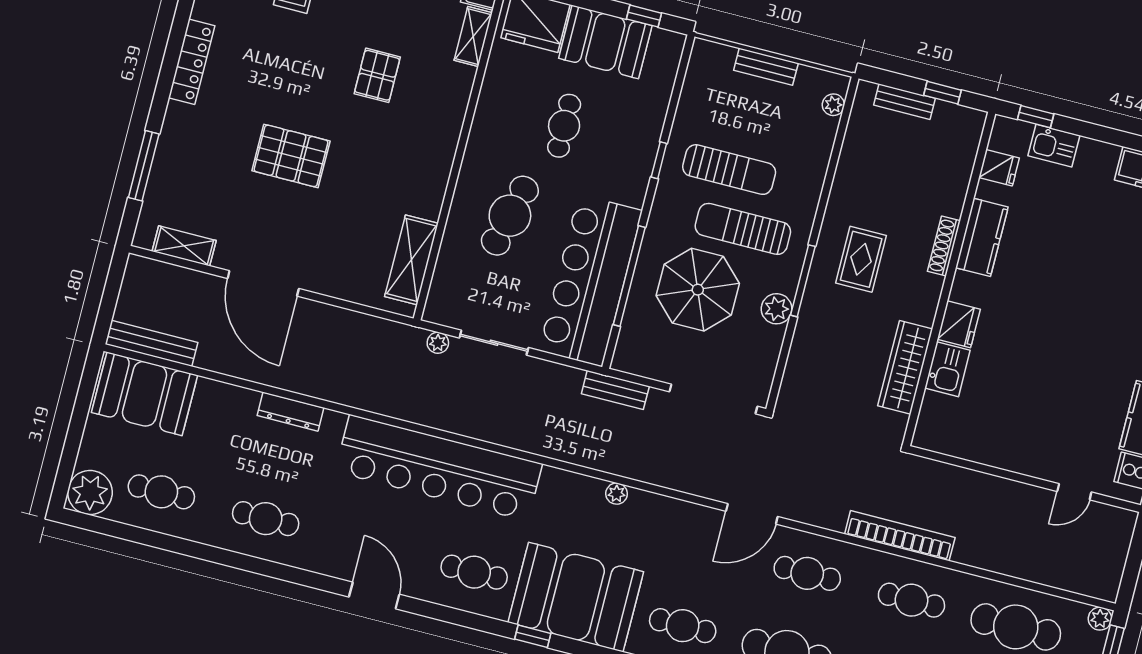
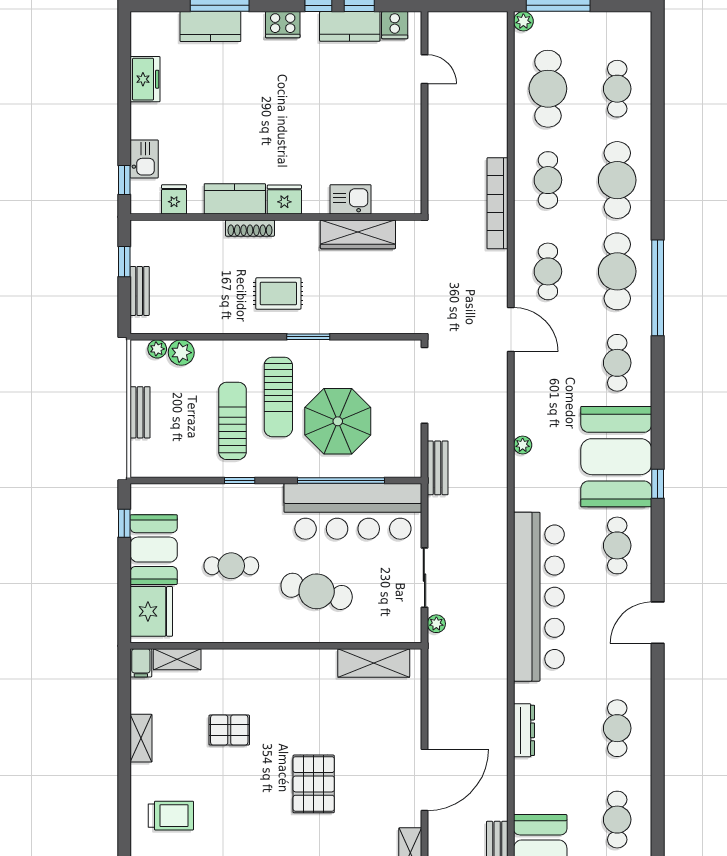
window: (803, 281) -> (308, 337), width x0.69
plant: (777, 309) -> (181, 353), moved
fridge: (959, 324) -> (284, 199), moved

